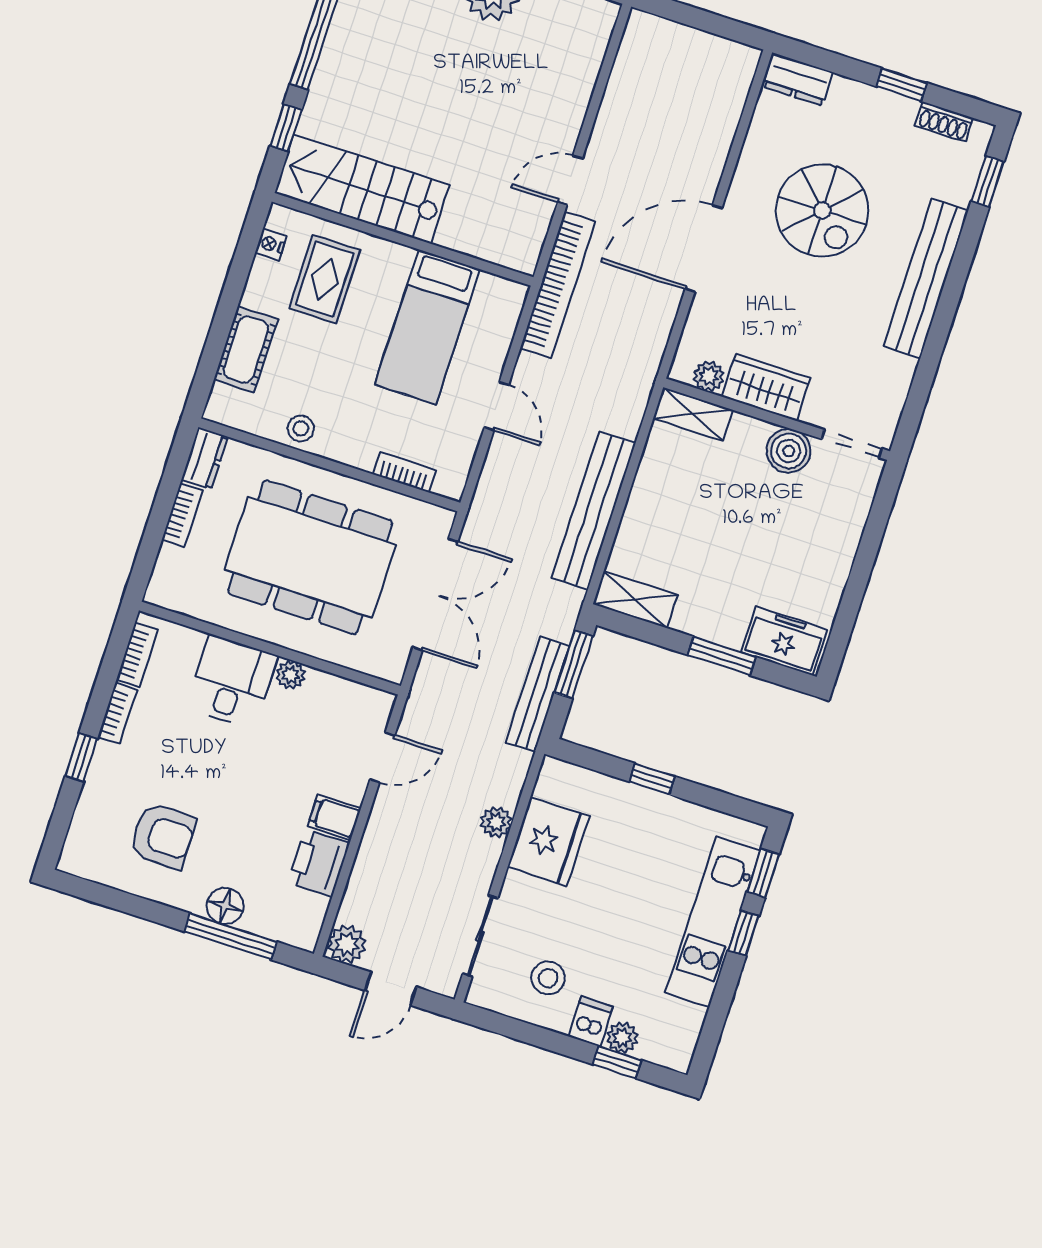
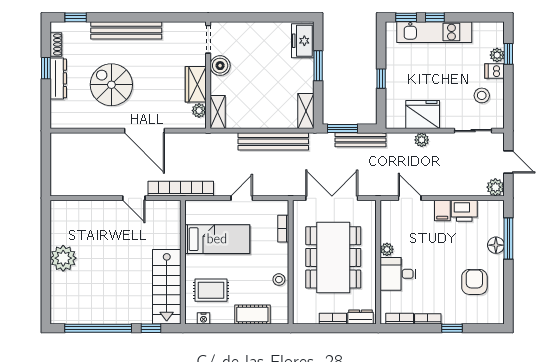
dresser: (798, 79) -> (58, 78), moved, width x1.44
spiral stairs: (822, 210) -> (111, 85), turned -90
dresser: (205, 458) -> (360, 317), moved

